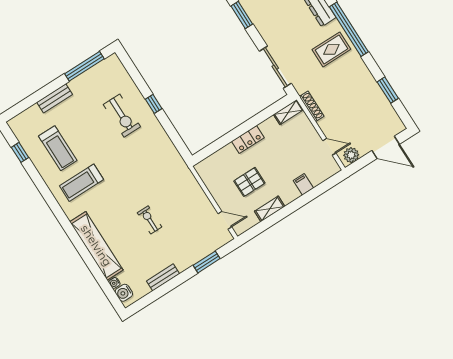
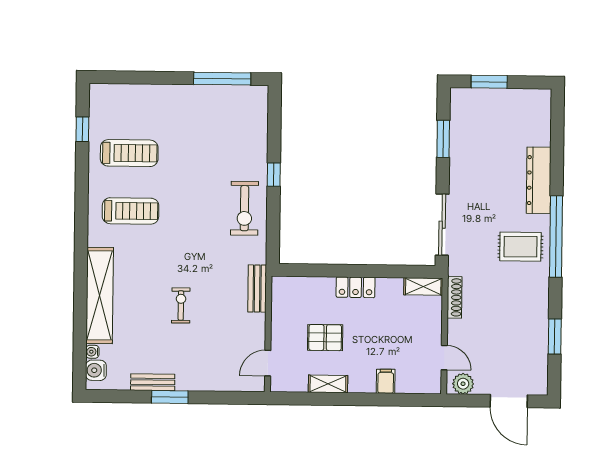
bench: (55, 98) -> (257, 288), moved, turned 90
exercise bike: (122, 116) -> (244, 208), moved
treadmill: (58, 148) -> (129, 153), turned -90
treadmill: (82, 183) -> (131, 211), turned 180
door: (225, 220) -> (268, 363), swing flipped
window: (207, 262) -> (170, 397), moved

